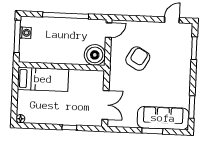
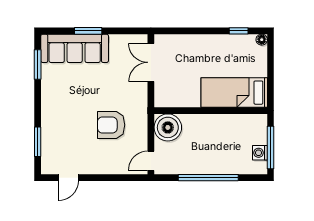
armchair: (138, 59) -> (111, 125), turned 60
window: (69, 127) -> (239, 31), moved

